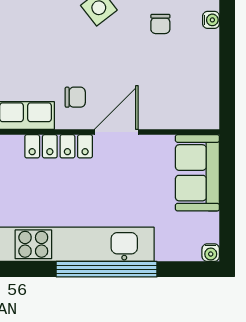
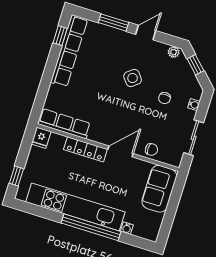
sliding door: (227, 73) -> (194, 138), added
chair: (75, 97) -> (151, 149), moved
water cooler: (211, 253) -> (127, 228), moved

